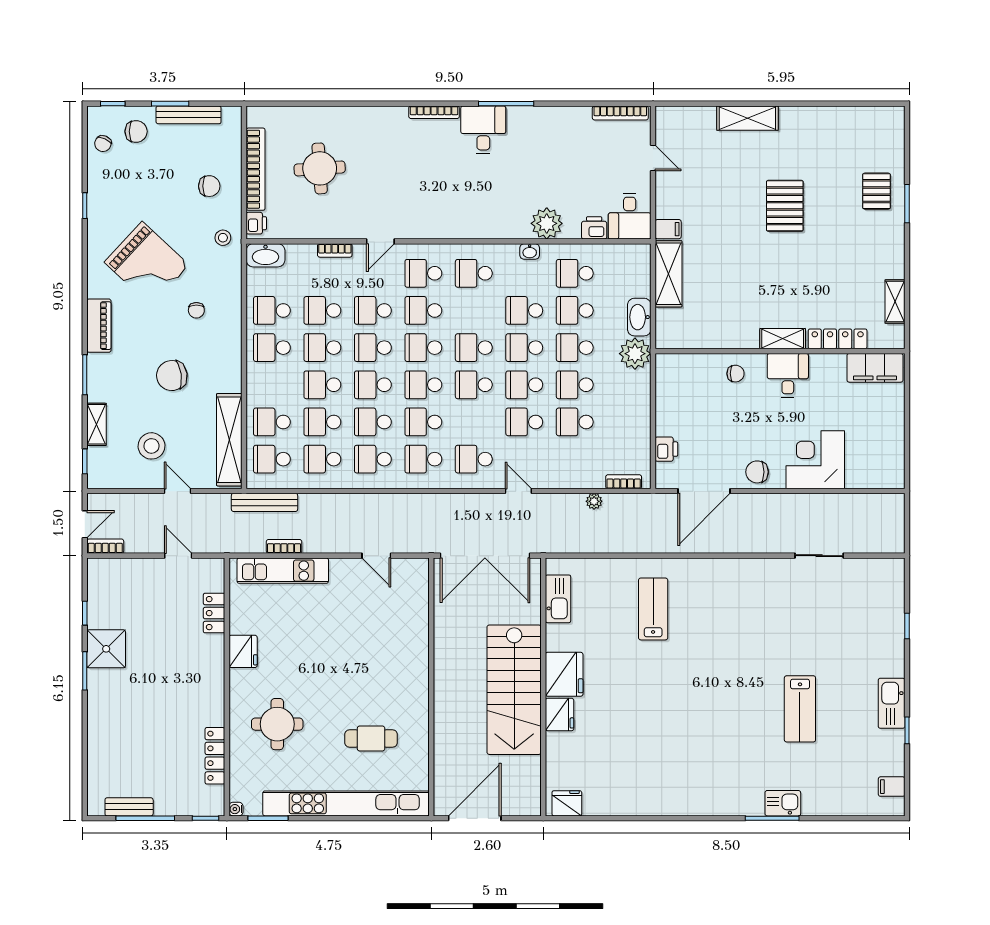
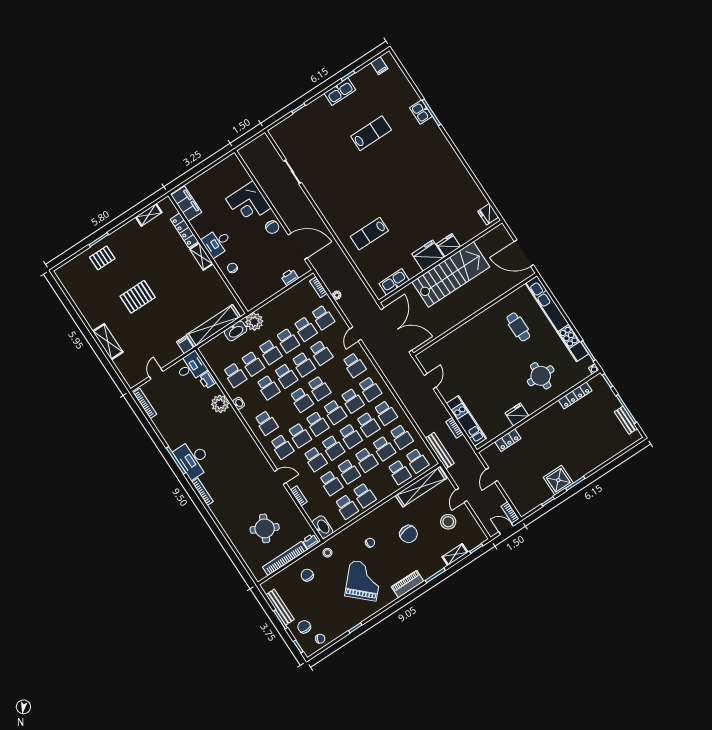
desk: (483, 130) -> (193, 459), width x1.37
round table: (320, 168) -> (265, 528), turned 30
shelving: (668, 274) -> (213, 326), width x1.47
school desk: (575, 459) -> (323, 317), added

